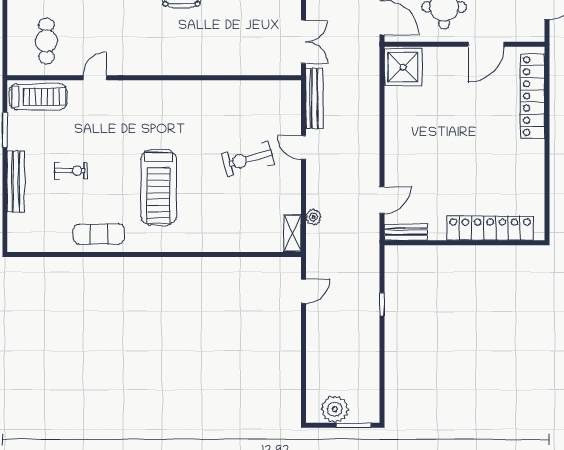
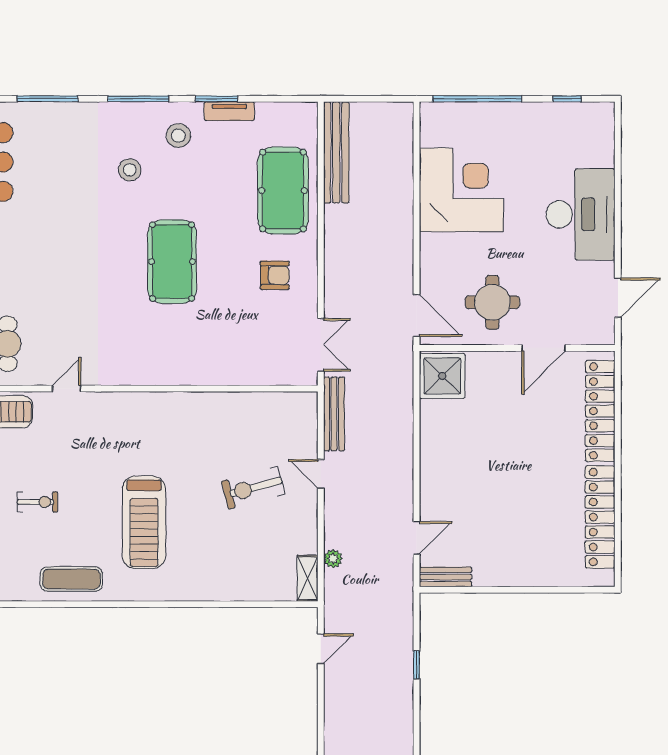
locker: (490, 228) -> (600, 517), moved, turned -90

